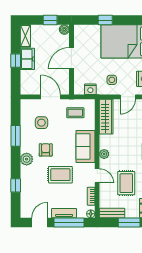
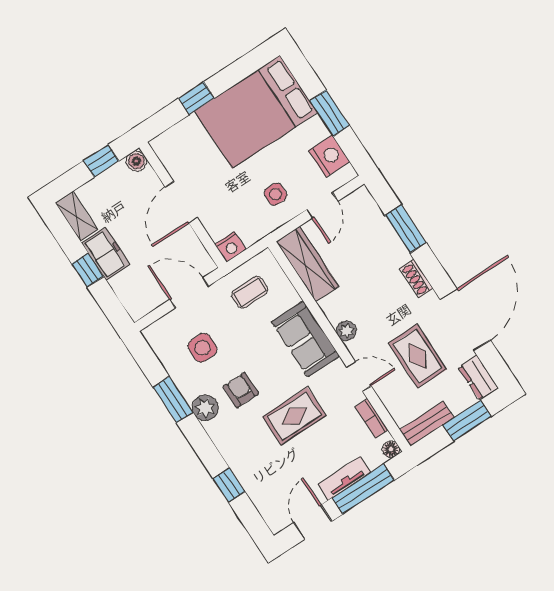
nightstand: (90, 89) -> (230, 247), moved
plant: (27, 159) -> (205, 408), moved

